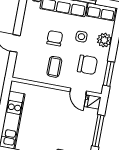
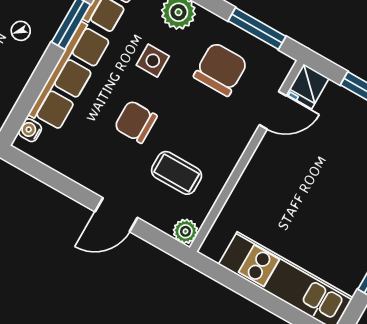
coffee table: (54, 67) -> (177, 173), moved
plant: (18, 73) -> (185, 231), added

